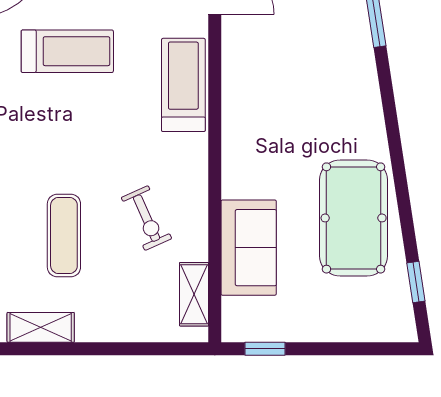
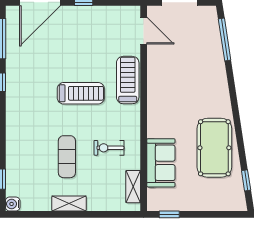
treadmill: (67, 51) -> (81, 93), moved
exercise bike: (147, 218) -> (109, 148), turned 114
shelving: (41, 327) -> (69, 203), moved

